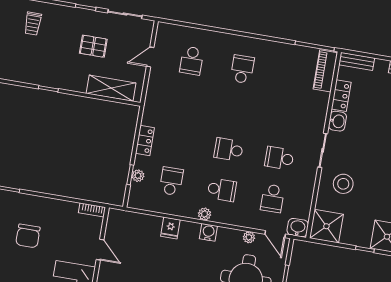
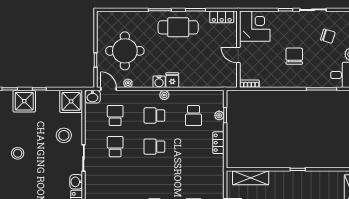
school desk: (229, 150) -> (154, 147), turned 180
school desk: (279, 158) -> (115, 147), turned -90
fridge: (170, 228) -> (172, 80), moved

